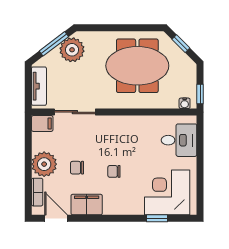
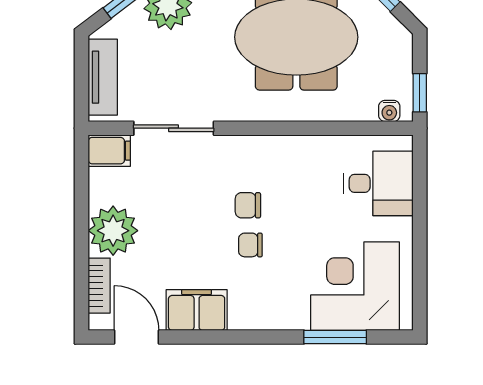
chair: (77, 168) -> (248, 205), moved
window: (157, 218) -> (335, 337), width x1.50

